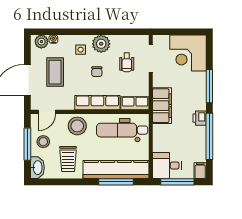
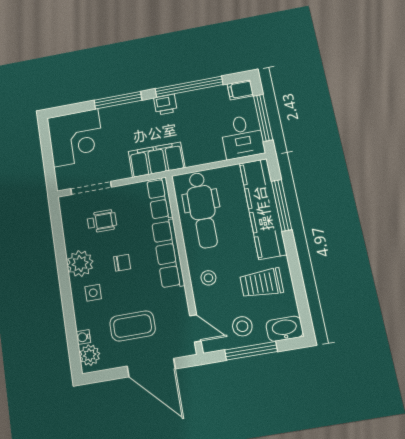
stool: (77, 126) -> (208, 278), width x0.53, depth x0.53
trolley: (68, 159) -> (262, 283), turned 180

